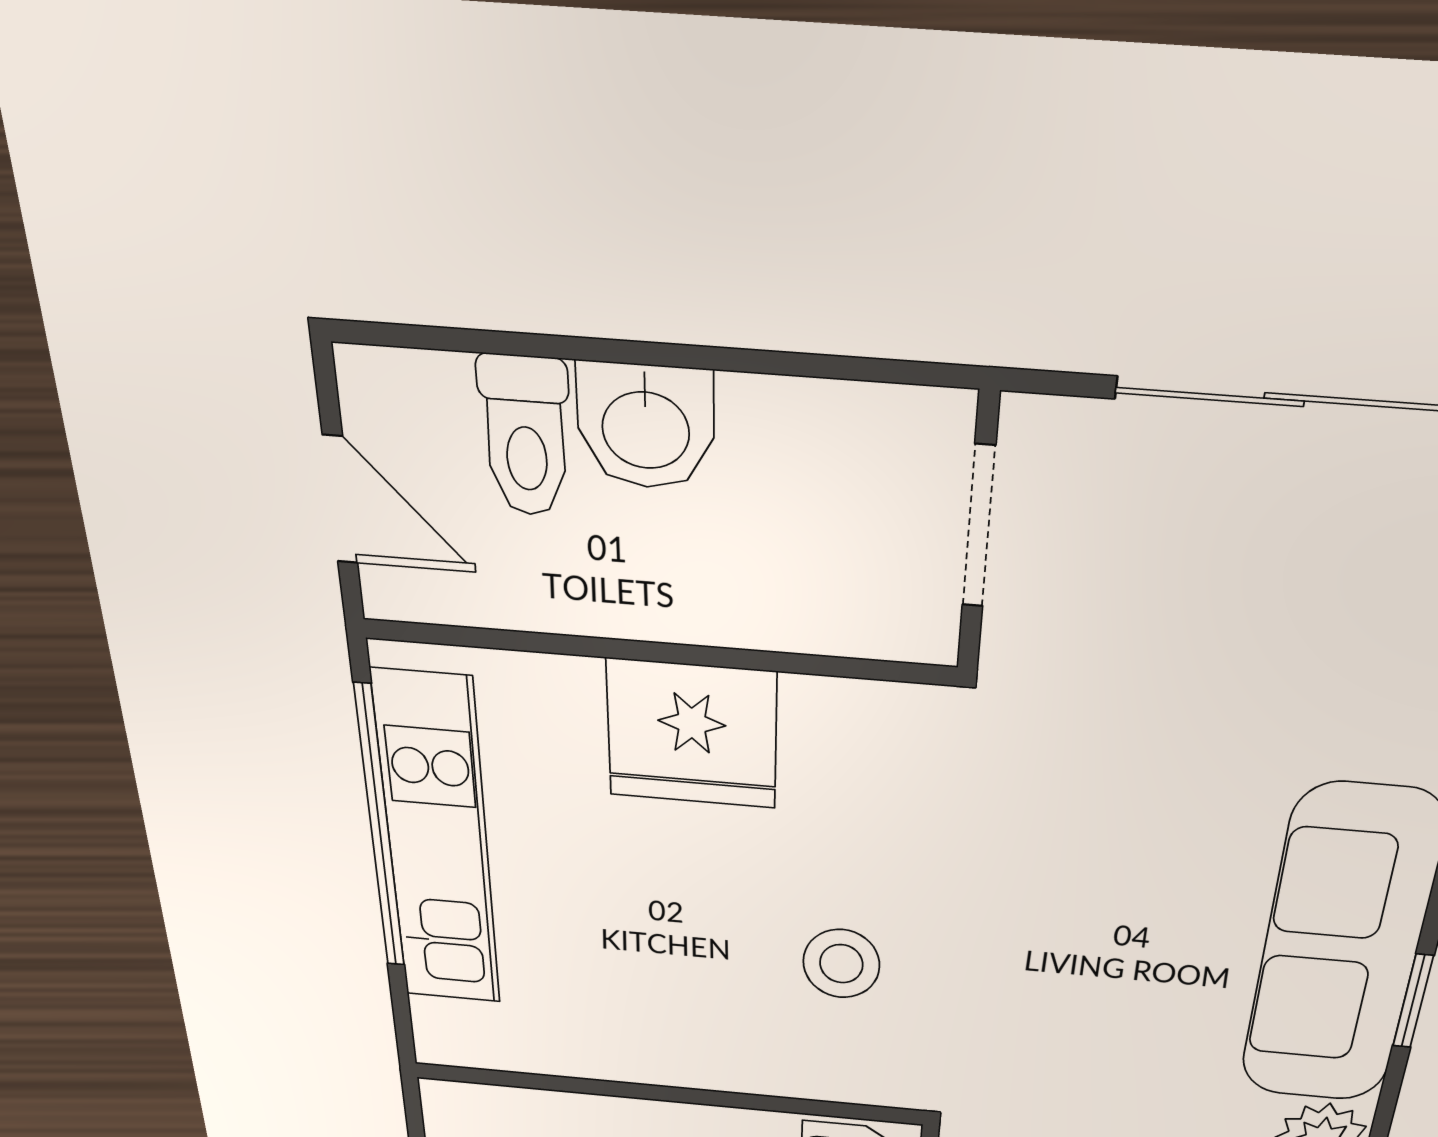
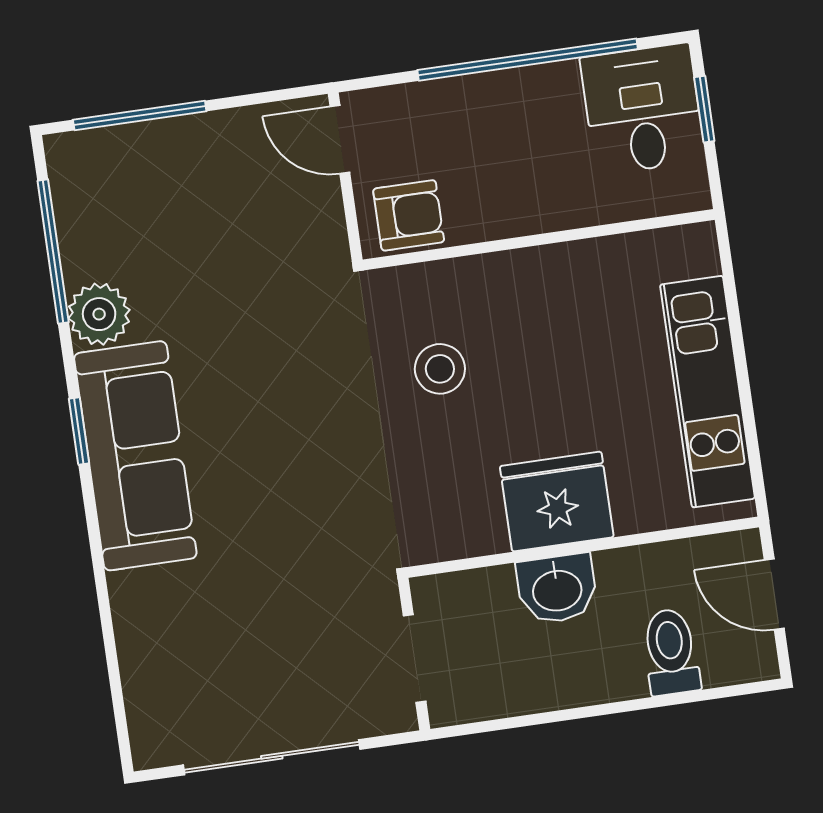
washbasin: (646, 427) -> (557, 589), moved, turned 180
window: (380, 830) -> (745, 392), removed

